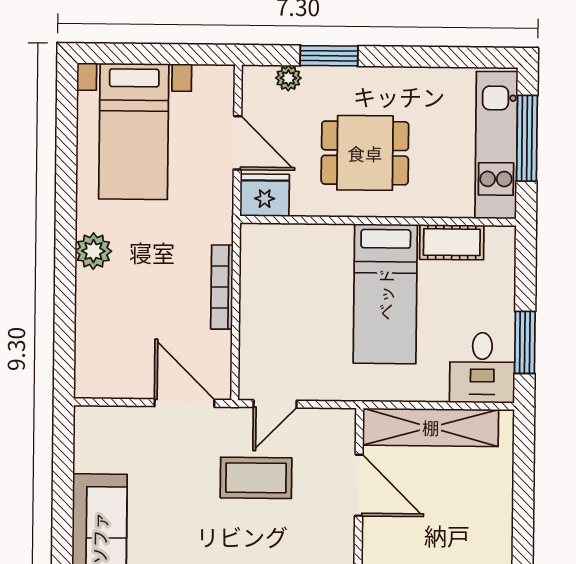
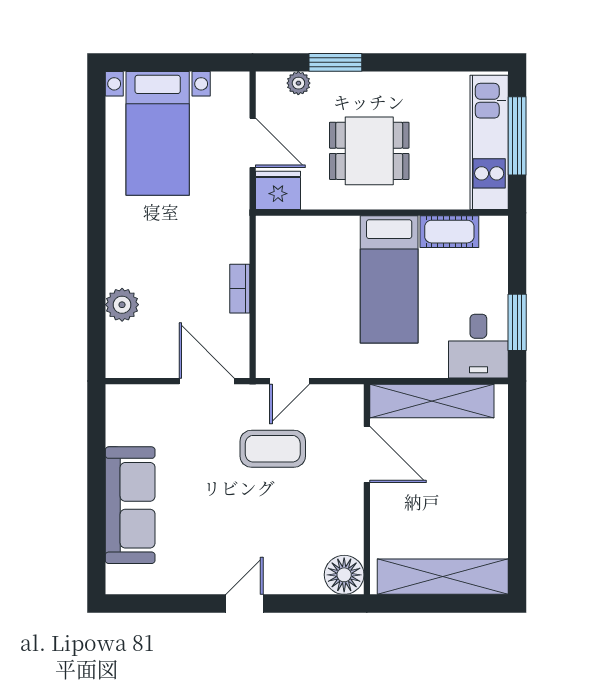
plant: (93, 251) -> (122, 305), moved
bookcase: (222, 287) -> (240, 289), width x0.64

